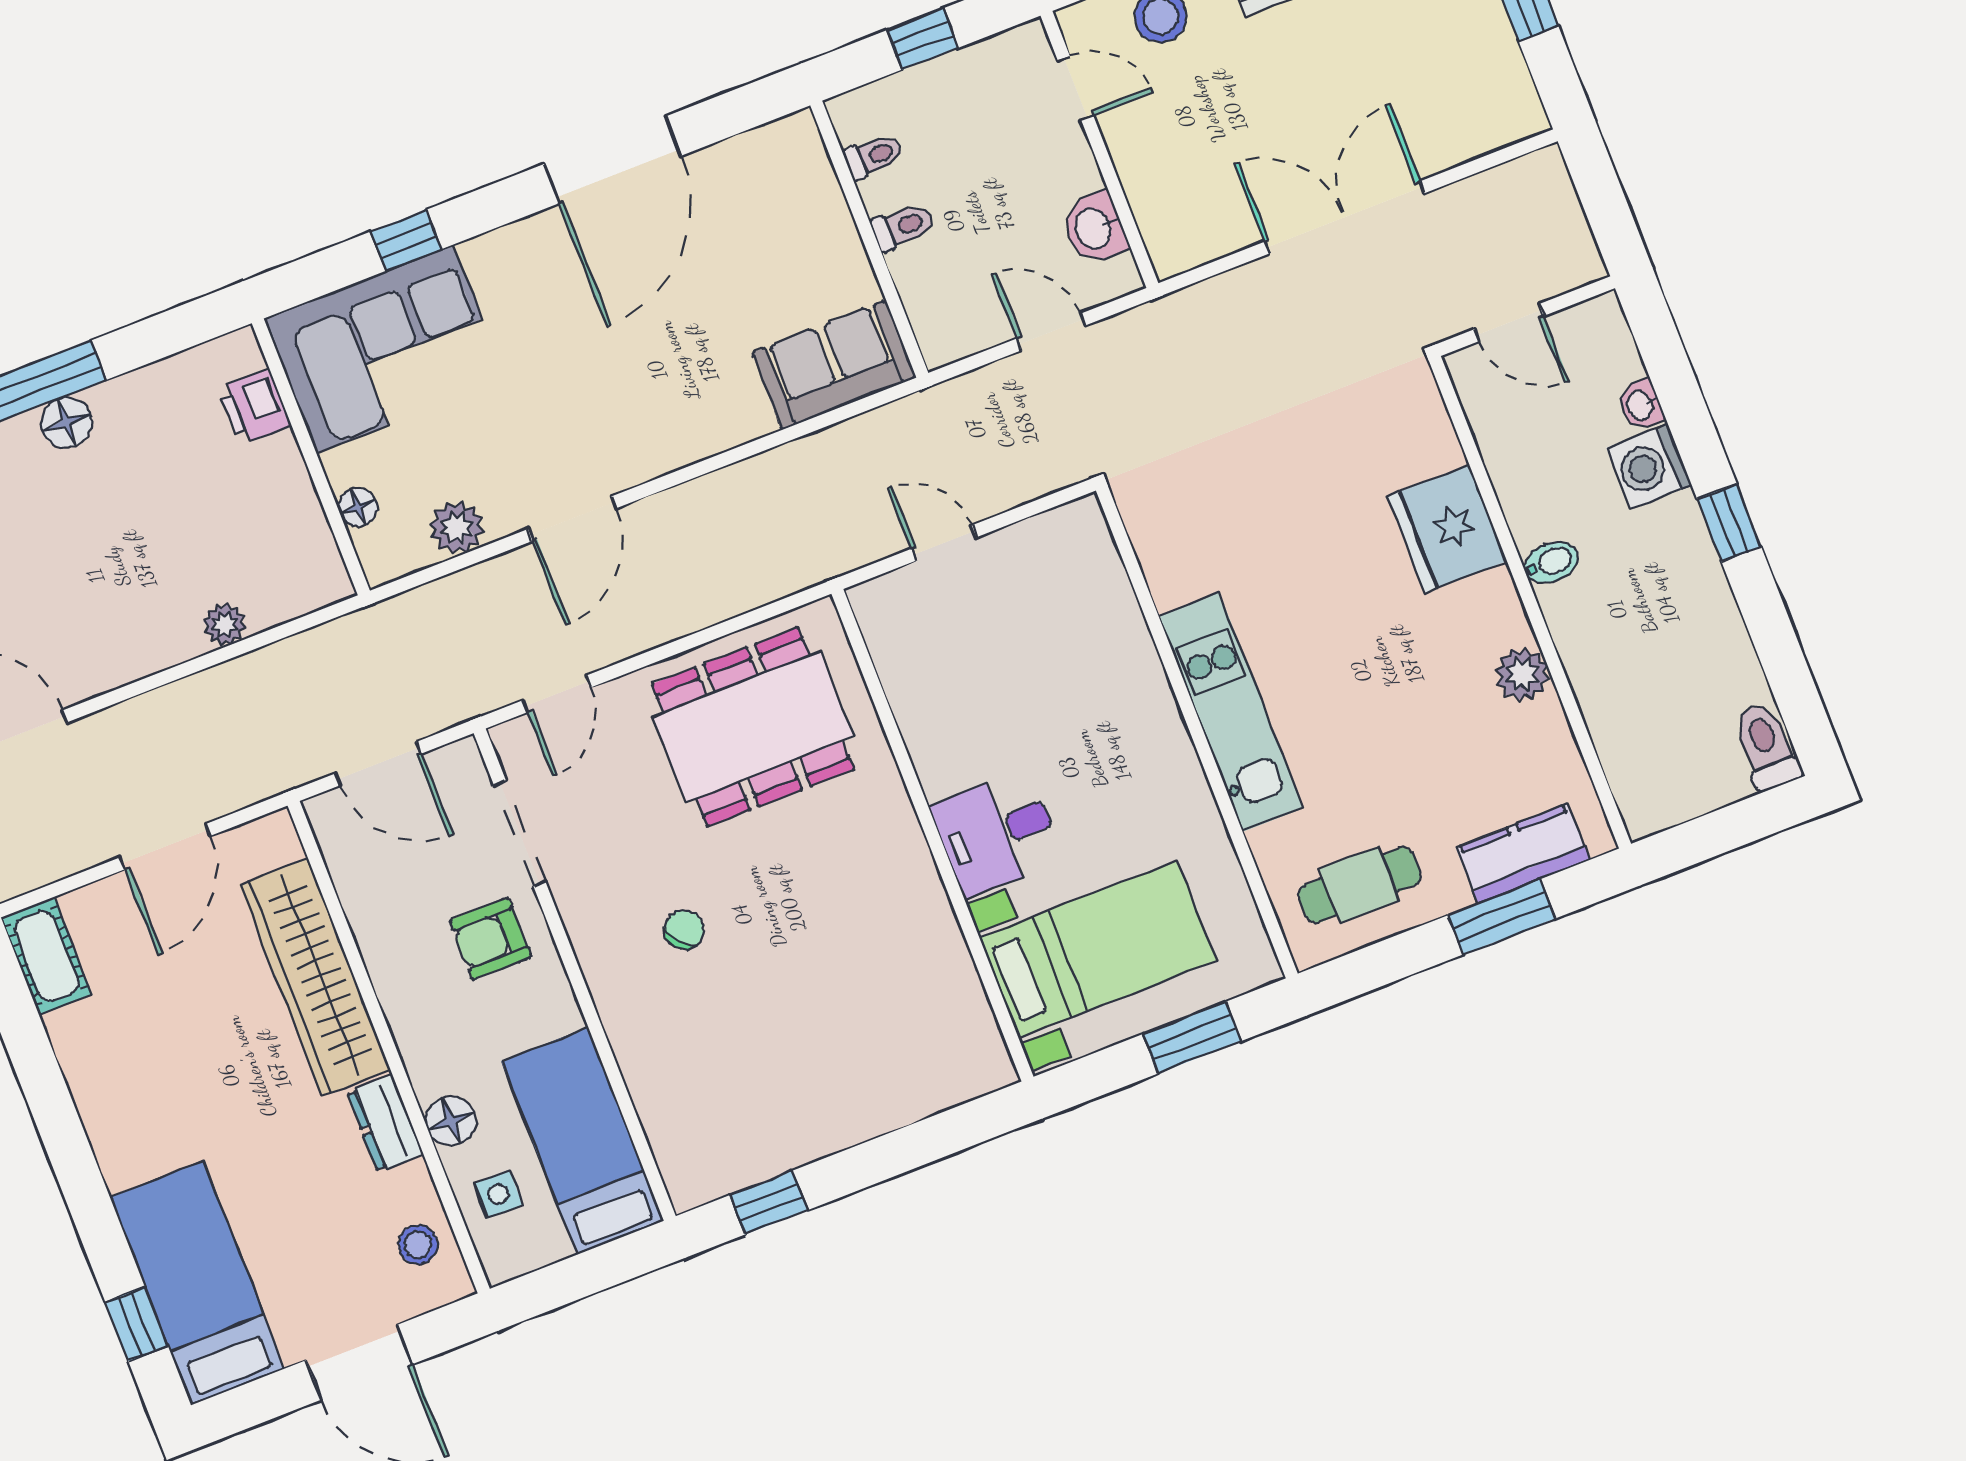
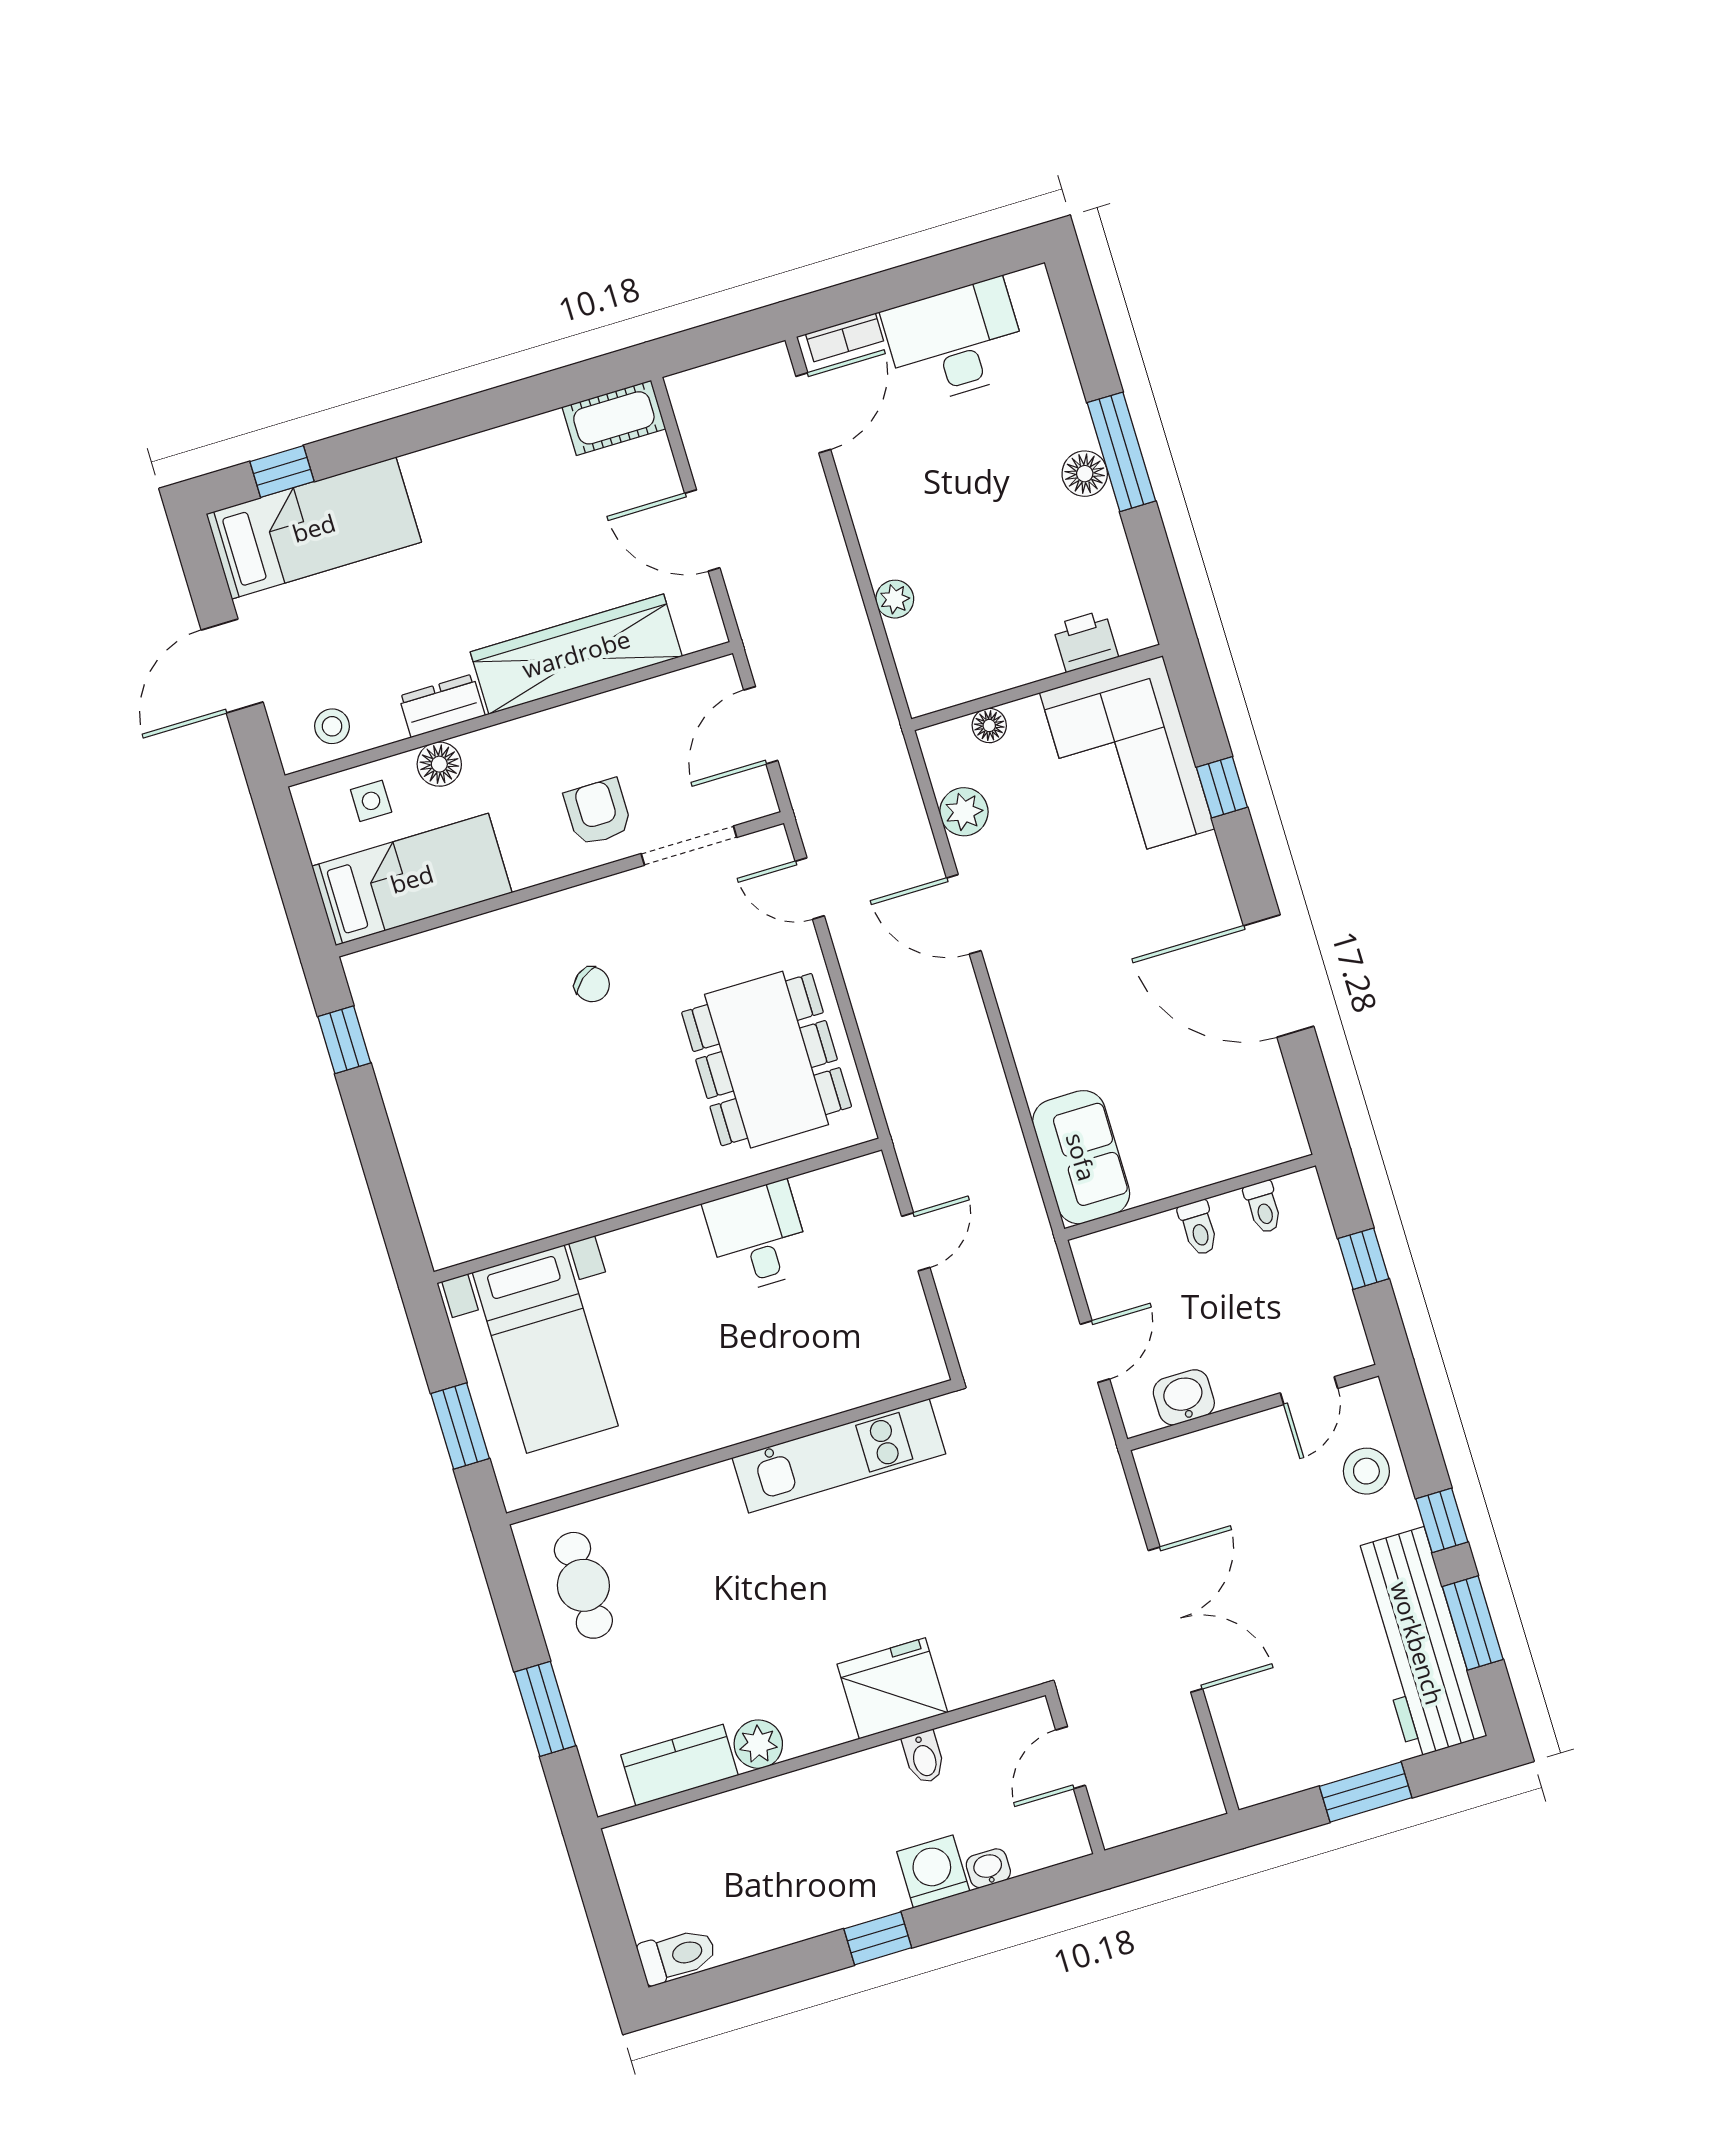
bidet: (1551, 562) -> (924, 1757), moved
kitchen unit: (1231, 712) -> (839, 1456), moved
desk: (997, 833) -> (758, 1237), moved
kitchen counter: (1523, 854) -> (680, 1765), moved, turned -90

